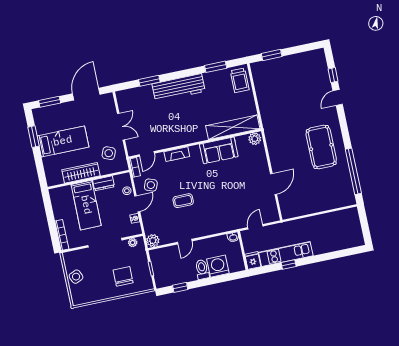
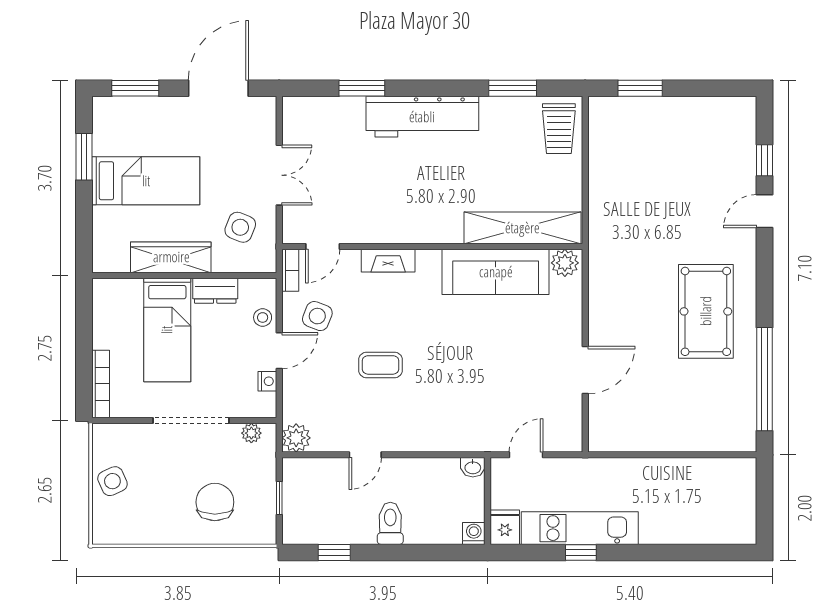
sofa: (219, 150) -> (496, 272), width x1.36
washing machine: (218, 266) -> (474, 533), moved, width x0.53, depth x0.53

